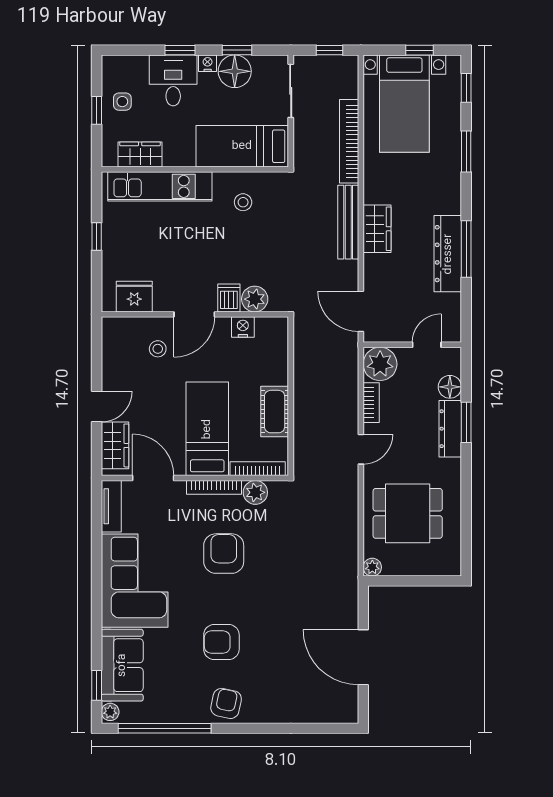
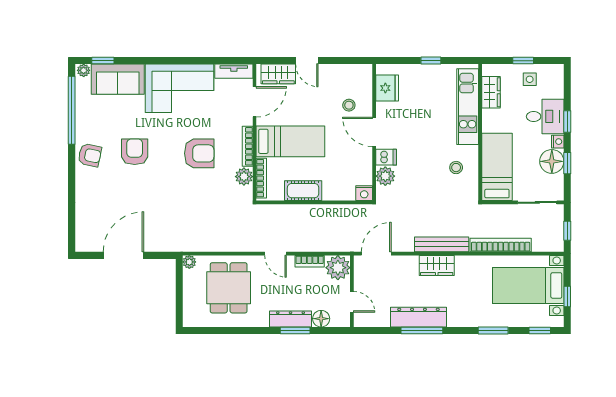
nightstand: (243, 327) -> (364, 193), moved, turned 90

